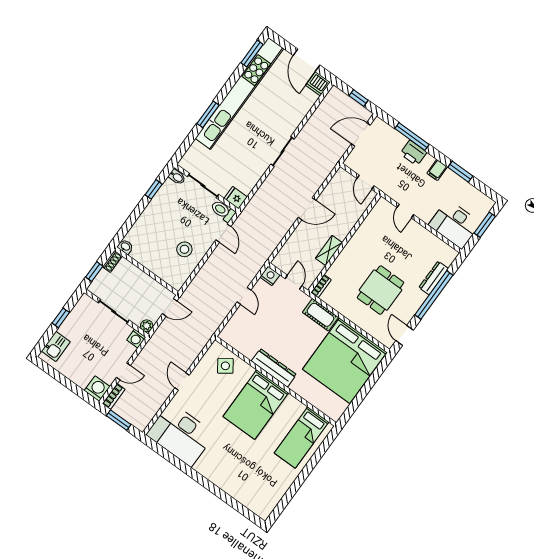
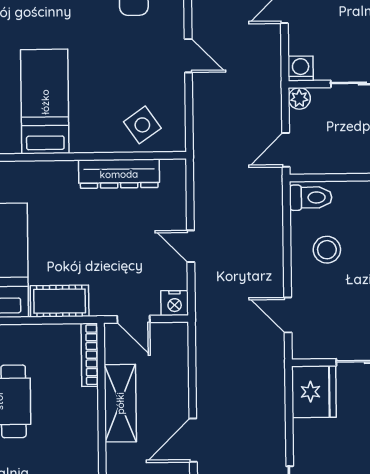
fridge: (236, 198) -> (314, 392), width x1.88, depth x1.34
toilet: (223, 211) -> (311, 198), moved
shelving: (329, 251) -> (120, 403), width x1.50, depth x1.33
bookcase: (321, 286) -> (90, 355), width x1.56
dresser: (274, 368) -> (119, 174), moved
bed: (256, 405) -> (45, 102), width x0.67

